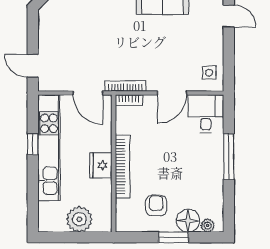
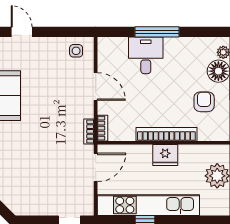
door: (229, 16) -> (22, 32), hinge flipped
bookcase: (125, 86) -> (89, 131), width x0.64
desk: (206, 114) -> (146, 55), moved, turned 90
armchair: (156, 206) -> (204, 102), turned 90

